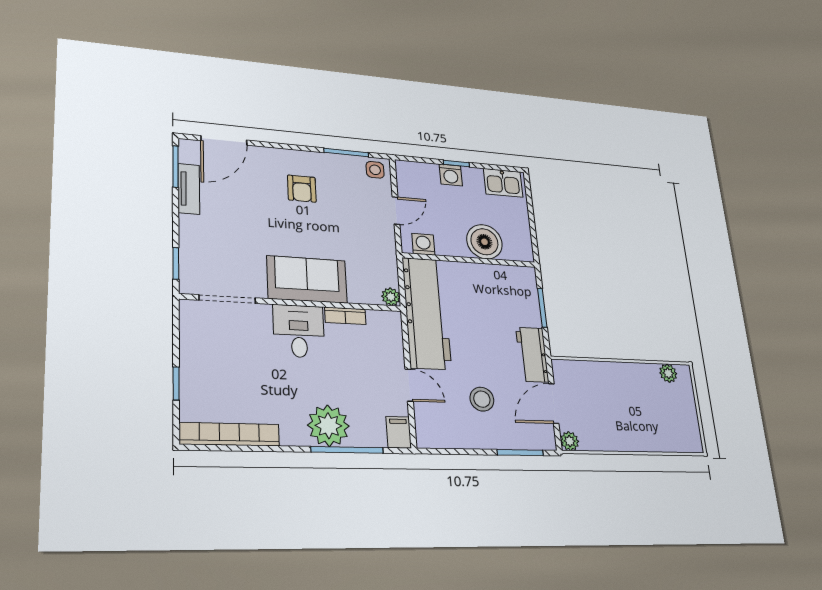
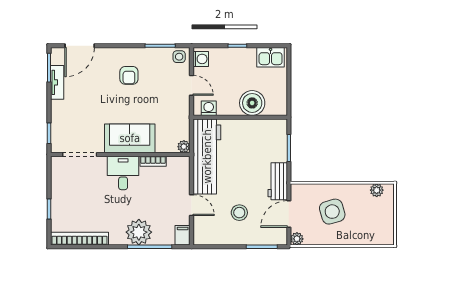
washing machine: (451, 175) -> (201, 59), moved, turned -90
door: (396, 211) -> (192, 85), hinge flipped
side table: (613, 402) -> (332, 212), added

